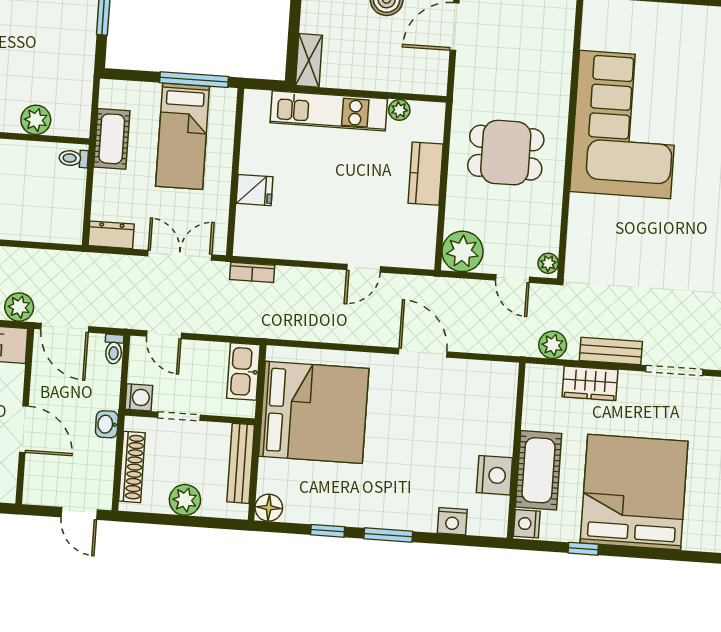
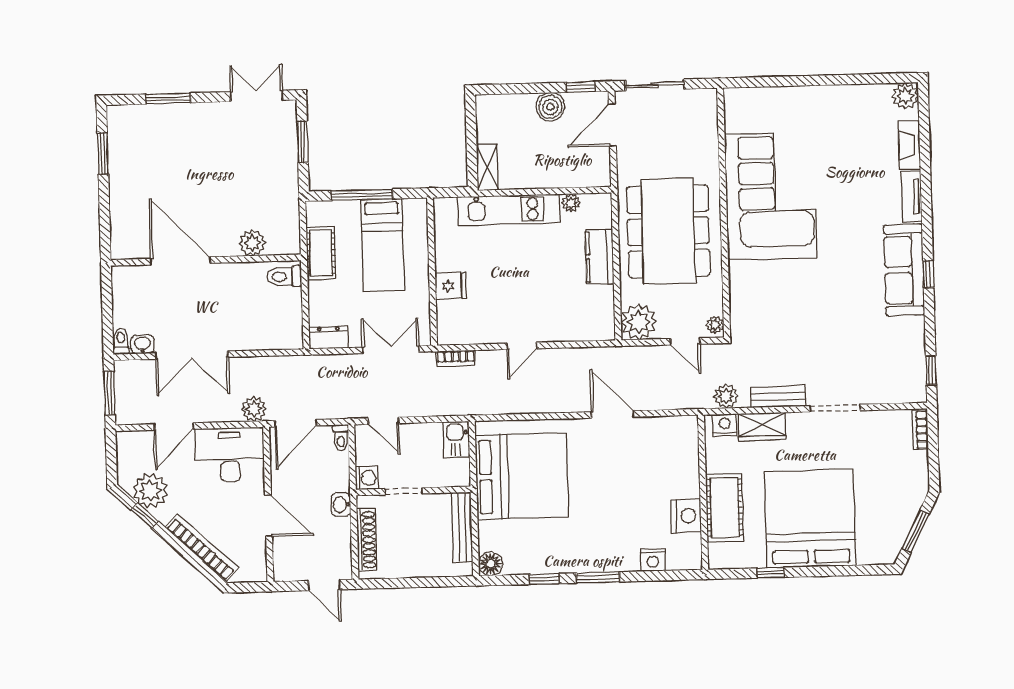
window: (194, 80) -> (362, 195), moved
dining table: (506, 153) -> (668, 231), width x1.88, depth x1.24
toilet: (74, 158) -> (284, 277), width x1.37, depth x1.39
door: (364, 268) -> (522, 346), moved
door: (65, 328) -> (296, 423), hinge flipped
kitchen sink: (243, 372) -> (456, 440), width x0.73
plant: (185, 500) -> (416, 564), removed
nightstand: (527, 524) -> (725, 425), moved, turned 90

